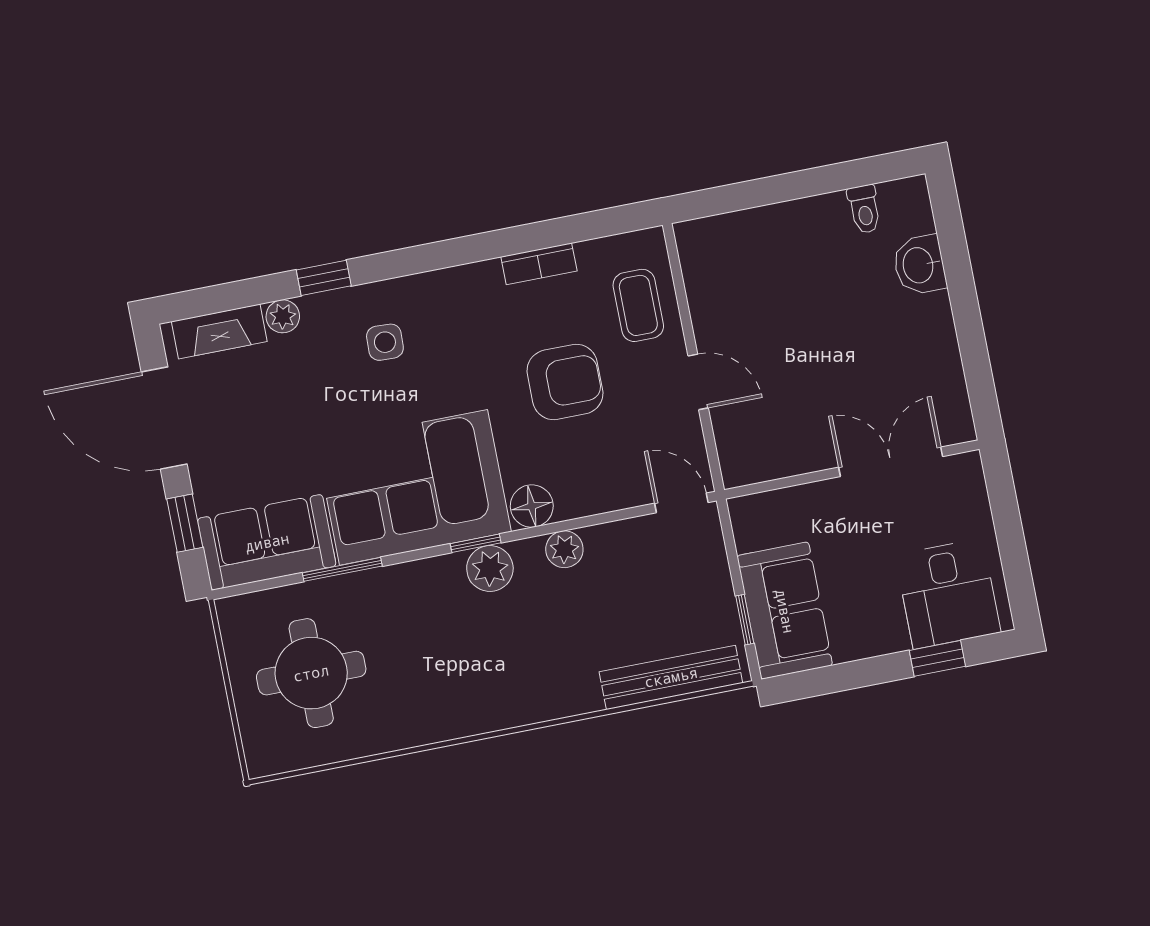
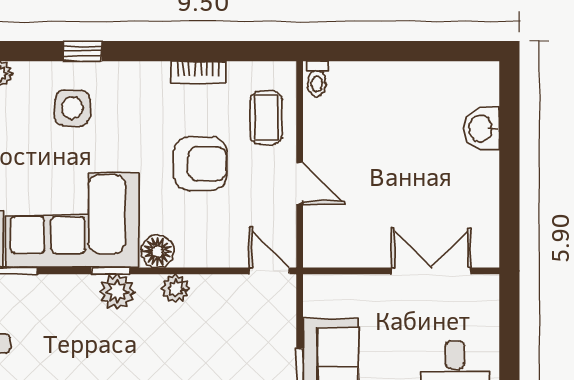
toilet: (864, 209) -> (317, 79), moved
window: (324, 278) -> (82, 51), moved
side table: (385, 342) -> (72, 108), width x1.37, depth x1.37

